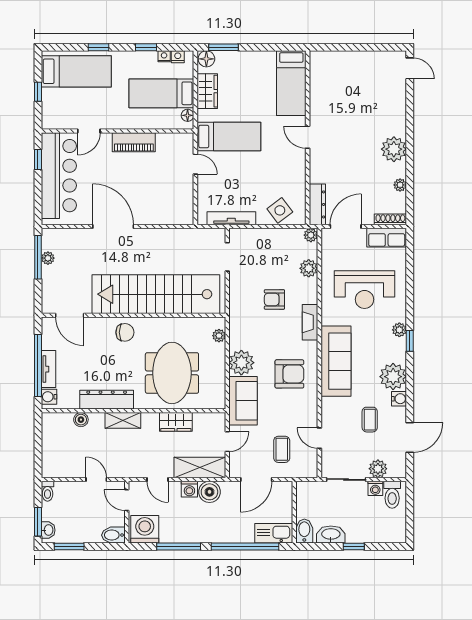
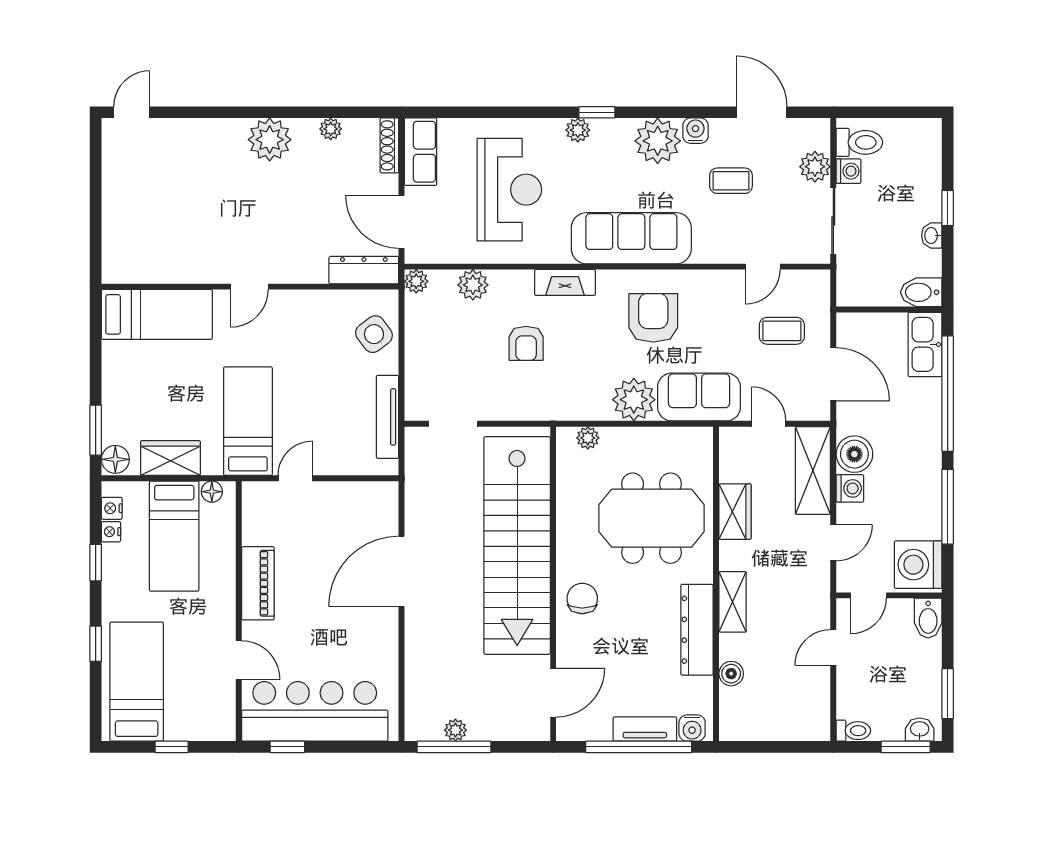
door: (113, 227) -> (402, 571), moved
washbasin: (331, 534) -> (932, 235), width x0.52, depth x0.69

